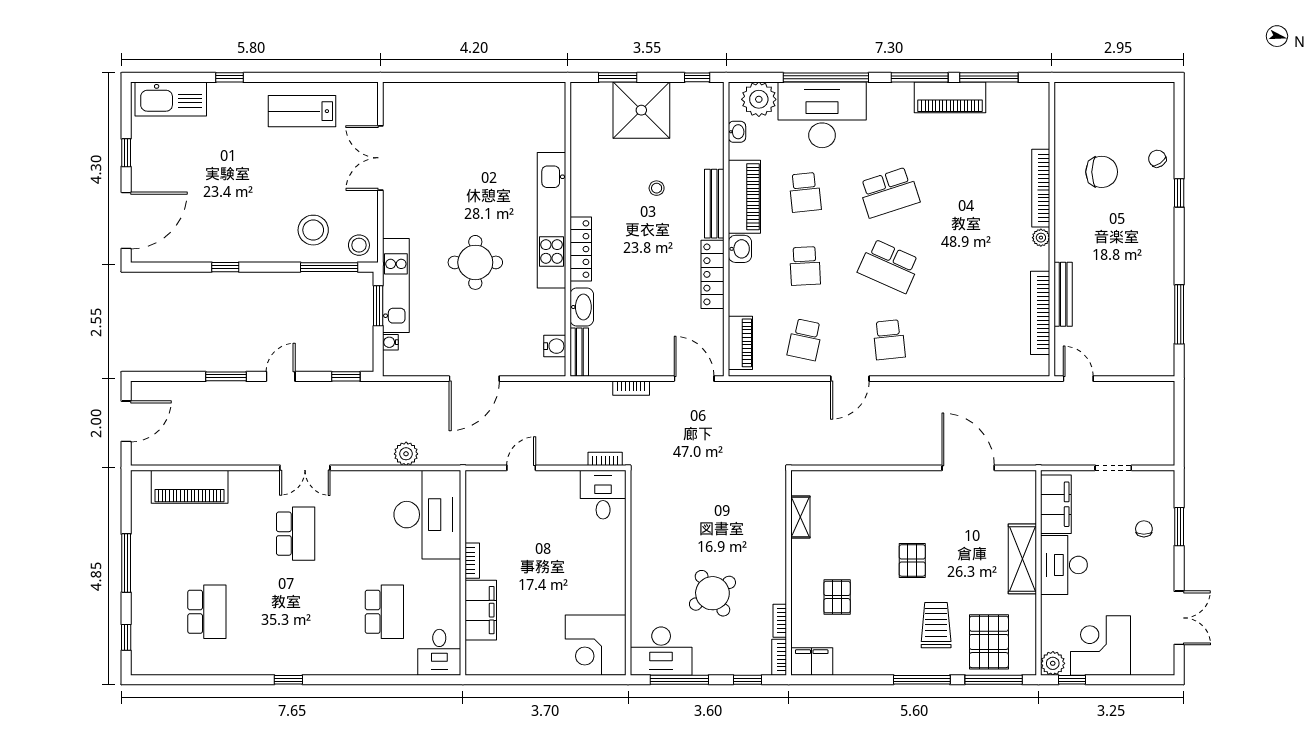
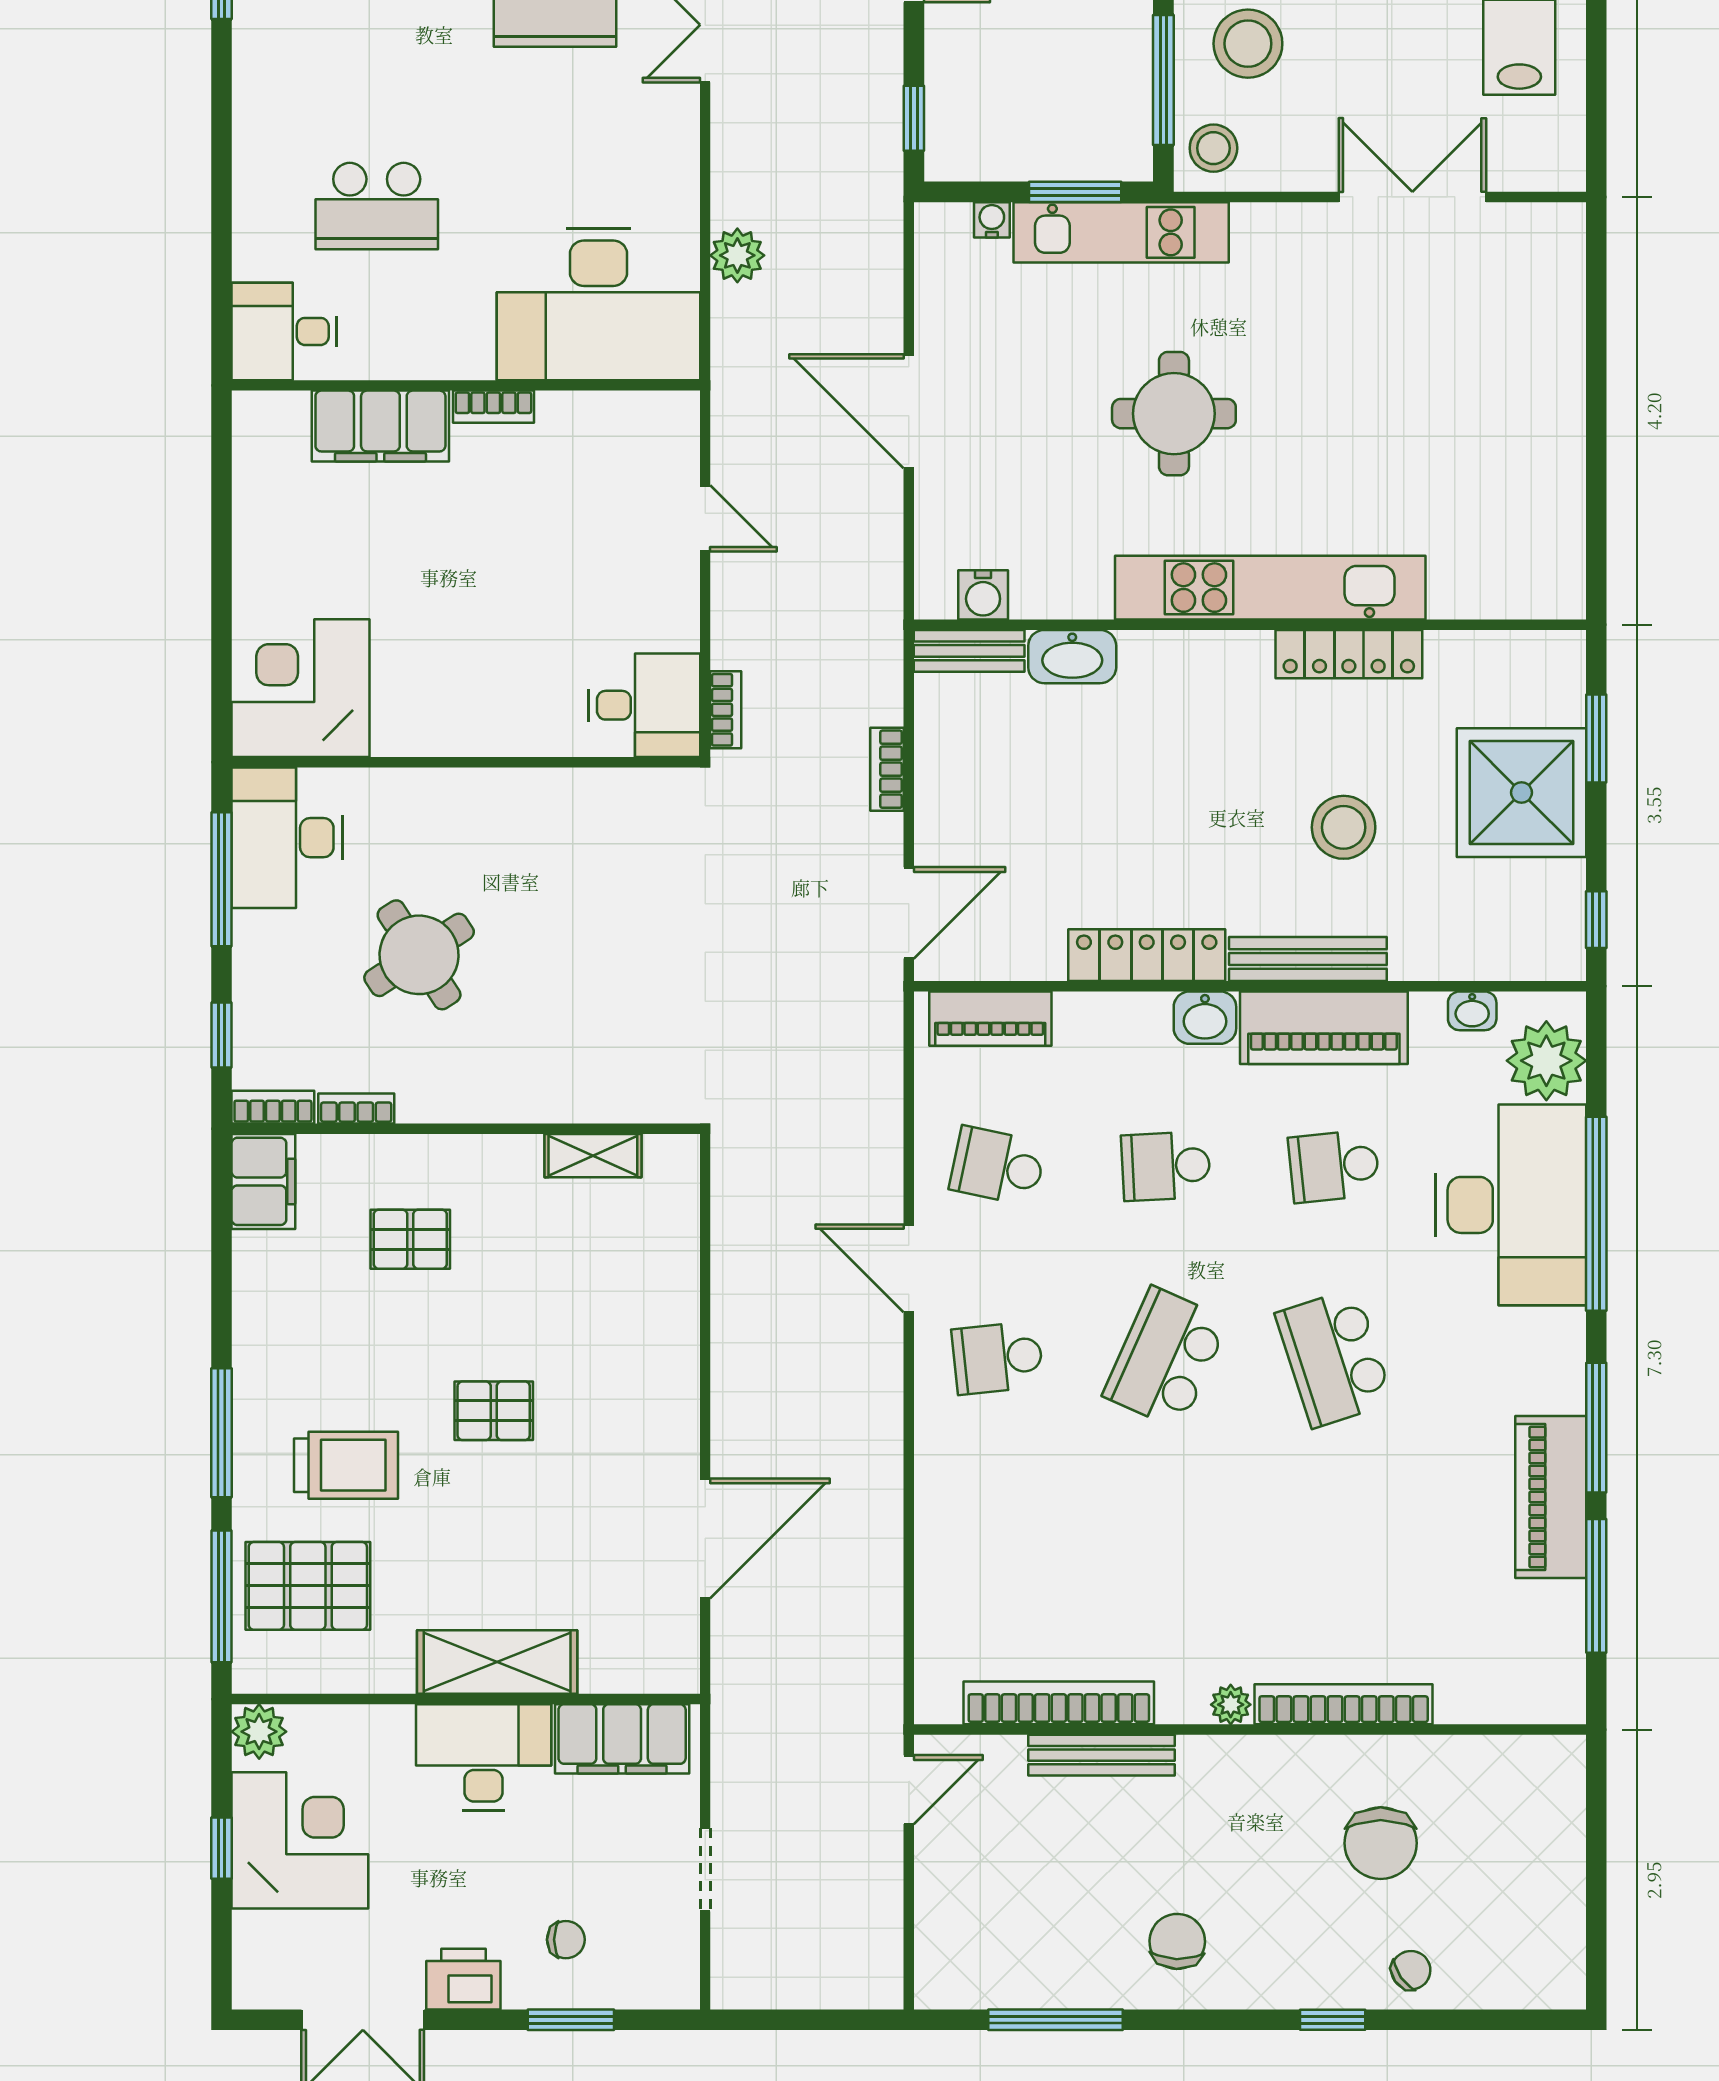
stool: (657, 188) -> (1344, 827), width x1.89, depth x1.89
locker: (581, 249) -> (1349, 654), moved
chair: (1145, 261) -> (1177, 1941), added
printer: (1161, 574) -> (463, 1979), added
window: (1072, 680) -> (221, 1848), moved

